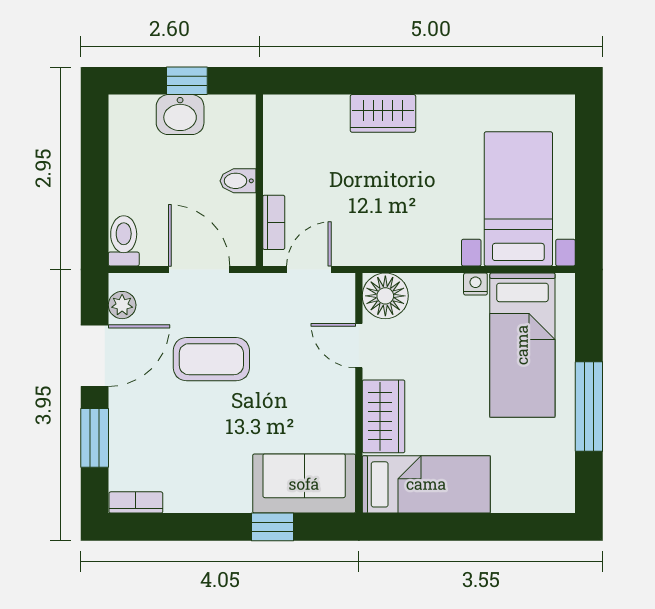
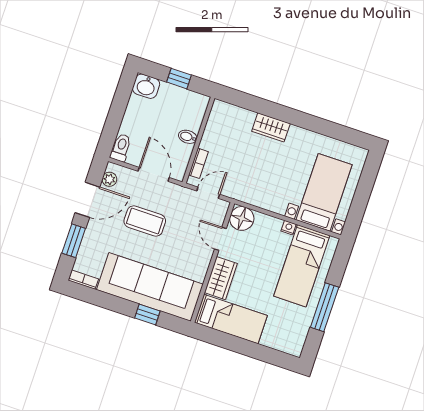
washbasin: (180, 115) -> (146, 86), moved
sofa: (304, 484) -> (150, 287), width x1.85, depth x1.27

